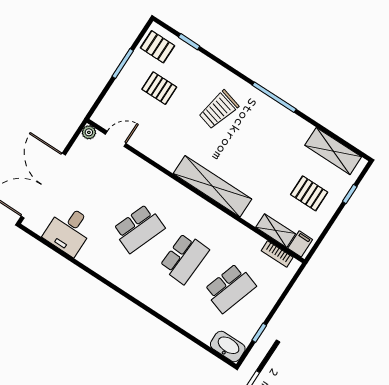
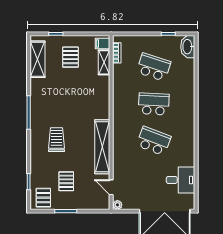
trolley: (219, 110) -> (56, 140), turned -105
shelving: (212, 186) -> (102, 147), moved

